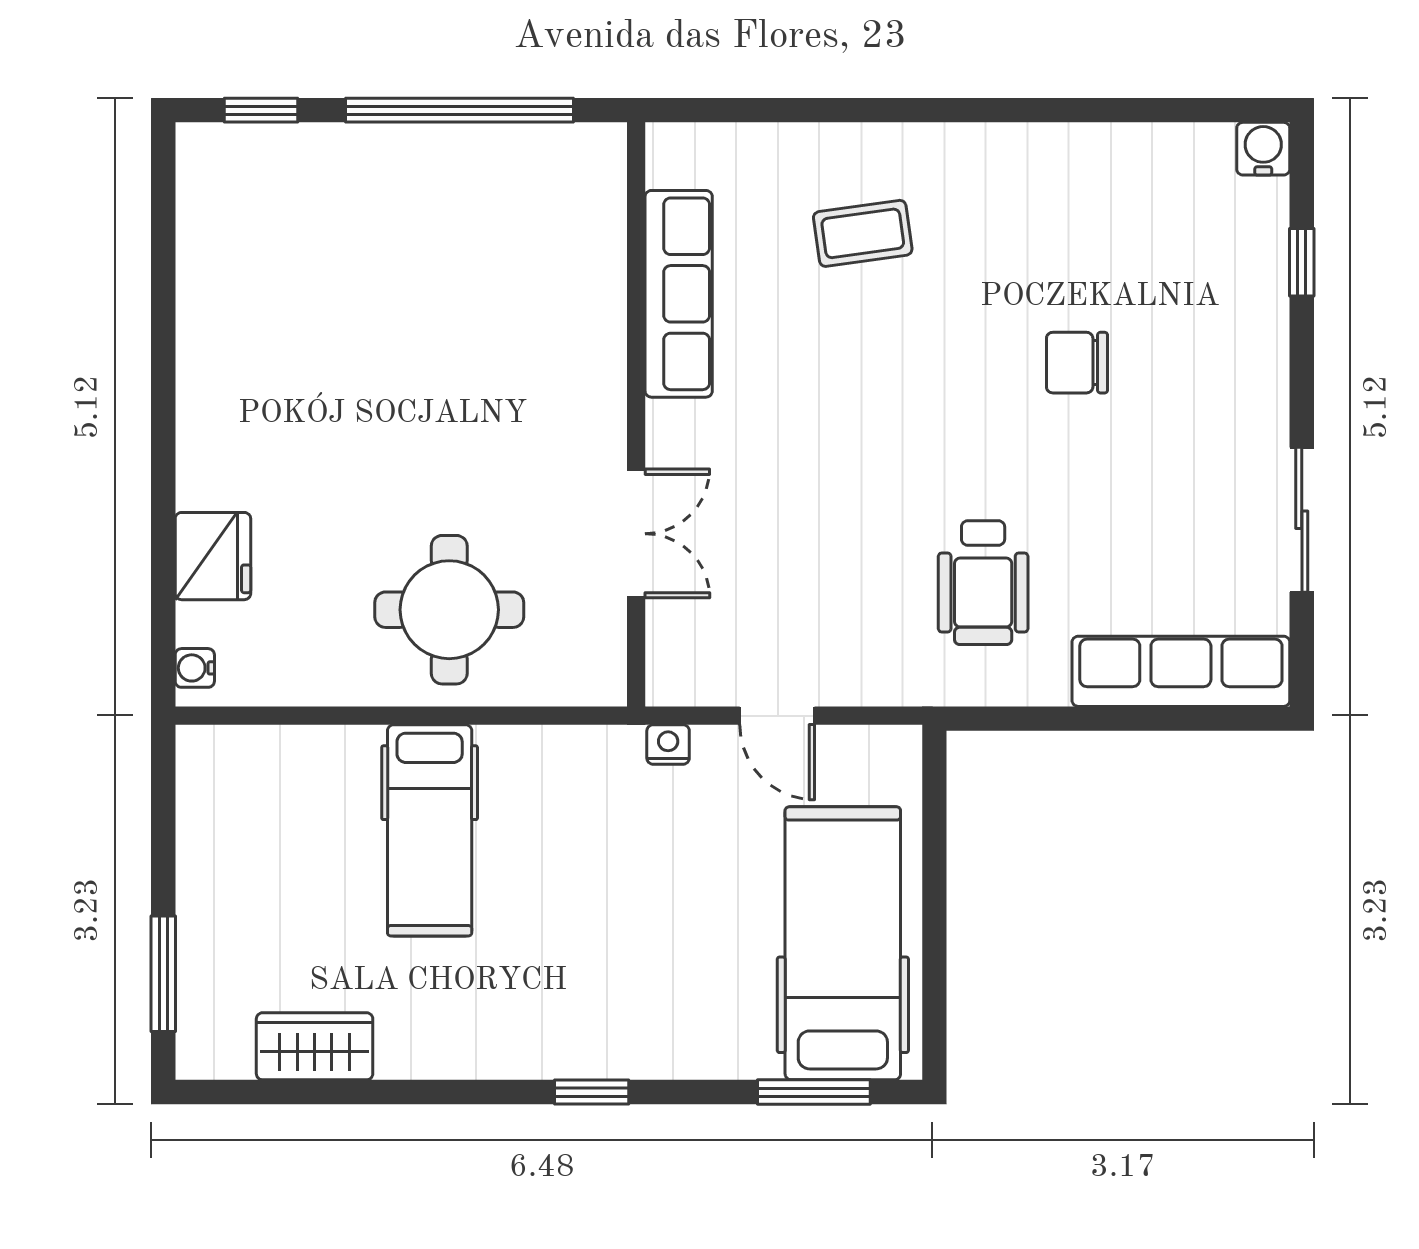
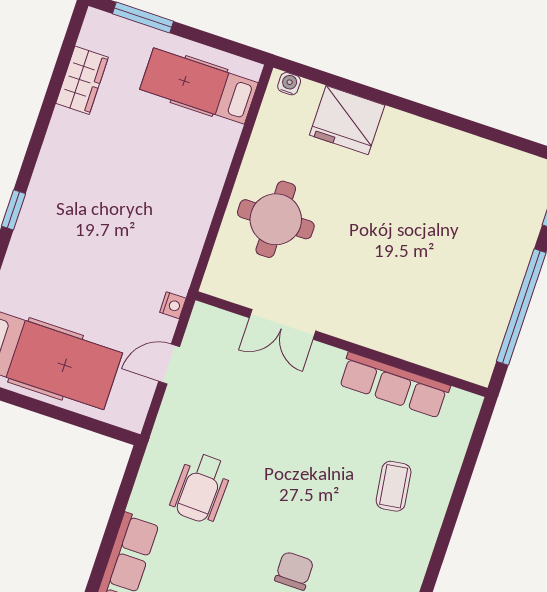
fridge: (213, 556) -> (347, 120), width x1.36, depth x1.34
wheelchair: (983, 583) -> (201, 488), turned -88
hospital bed: (430, 830) -> (199, 86), moved

